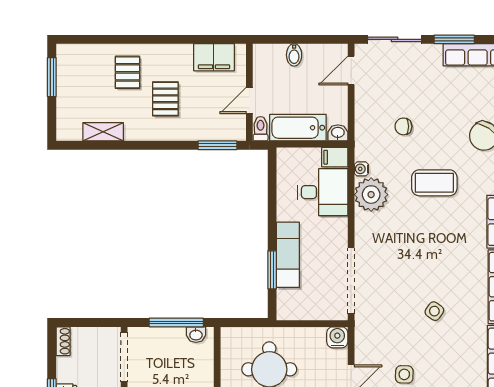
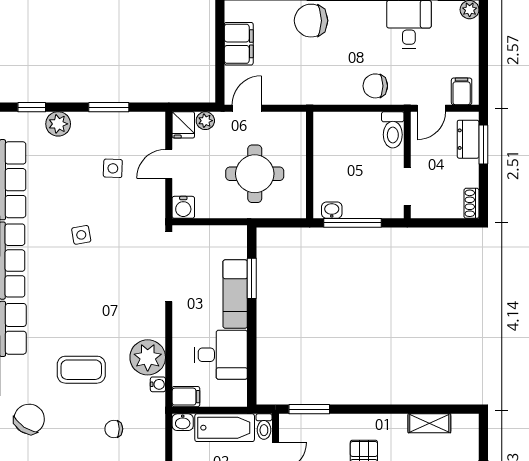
chair: (403, 126) -> (114, 429), turned 180
desk: (323, 192) -> (221, 355), moved, turned 180
side table: (434, 311) -> (81, 235), turned 45
doorway: (124, 357) -> (407, 187), width x0.73

